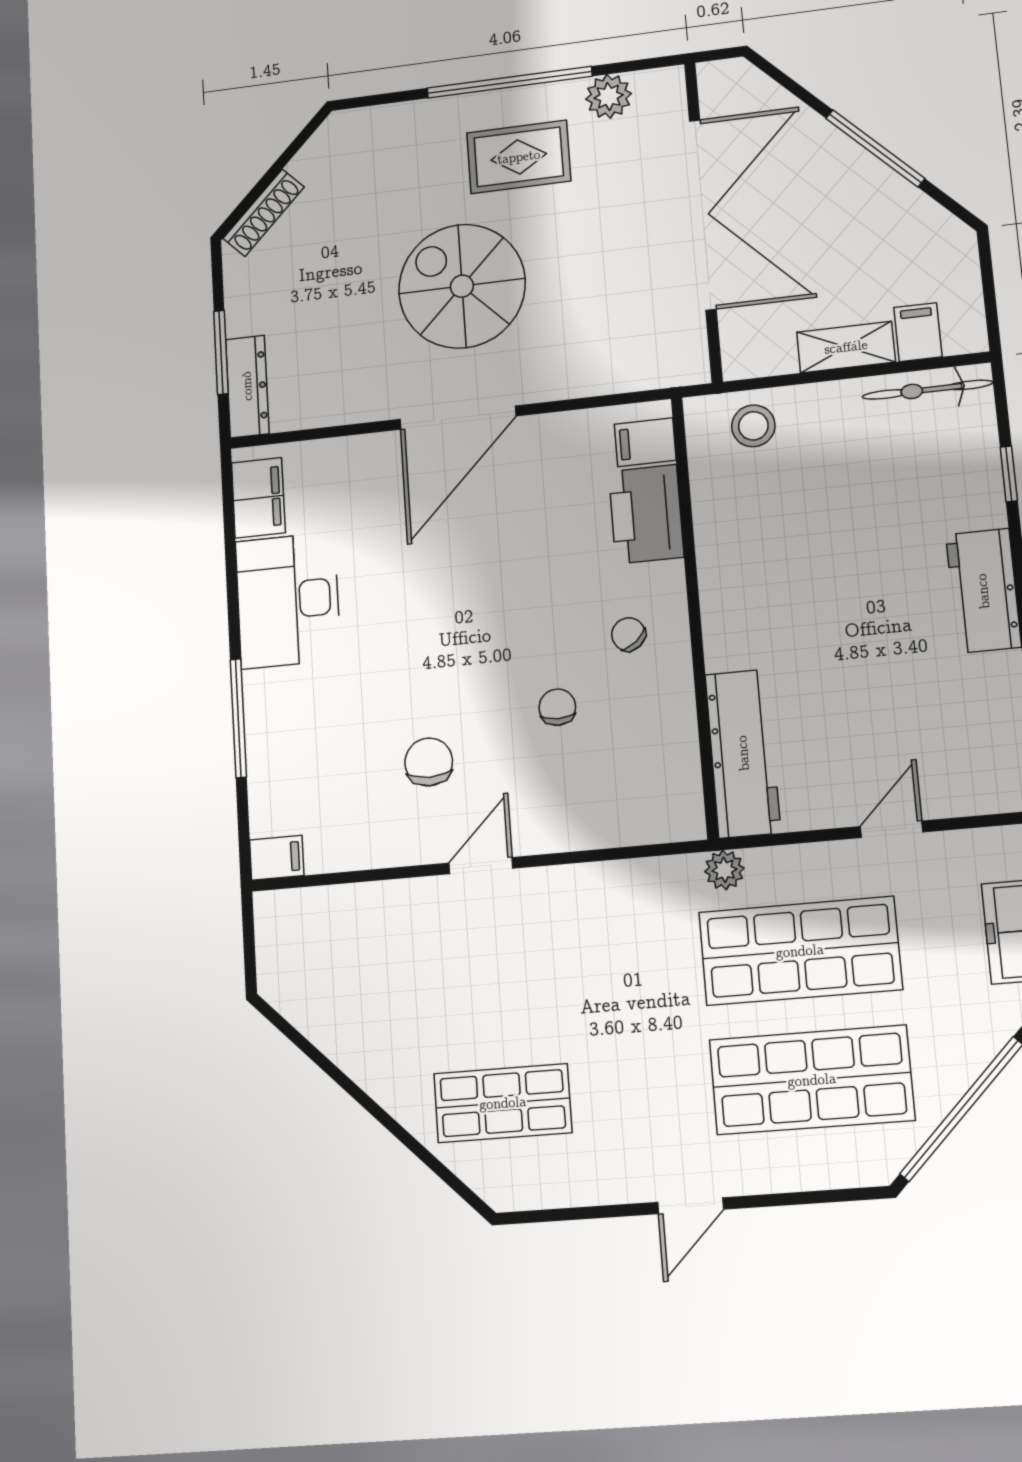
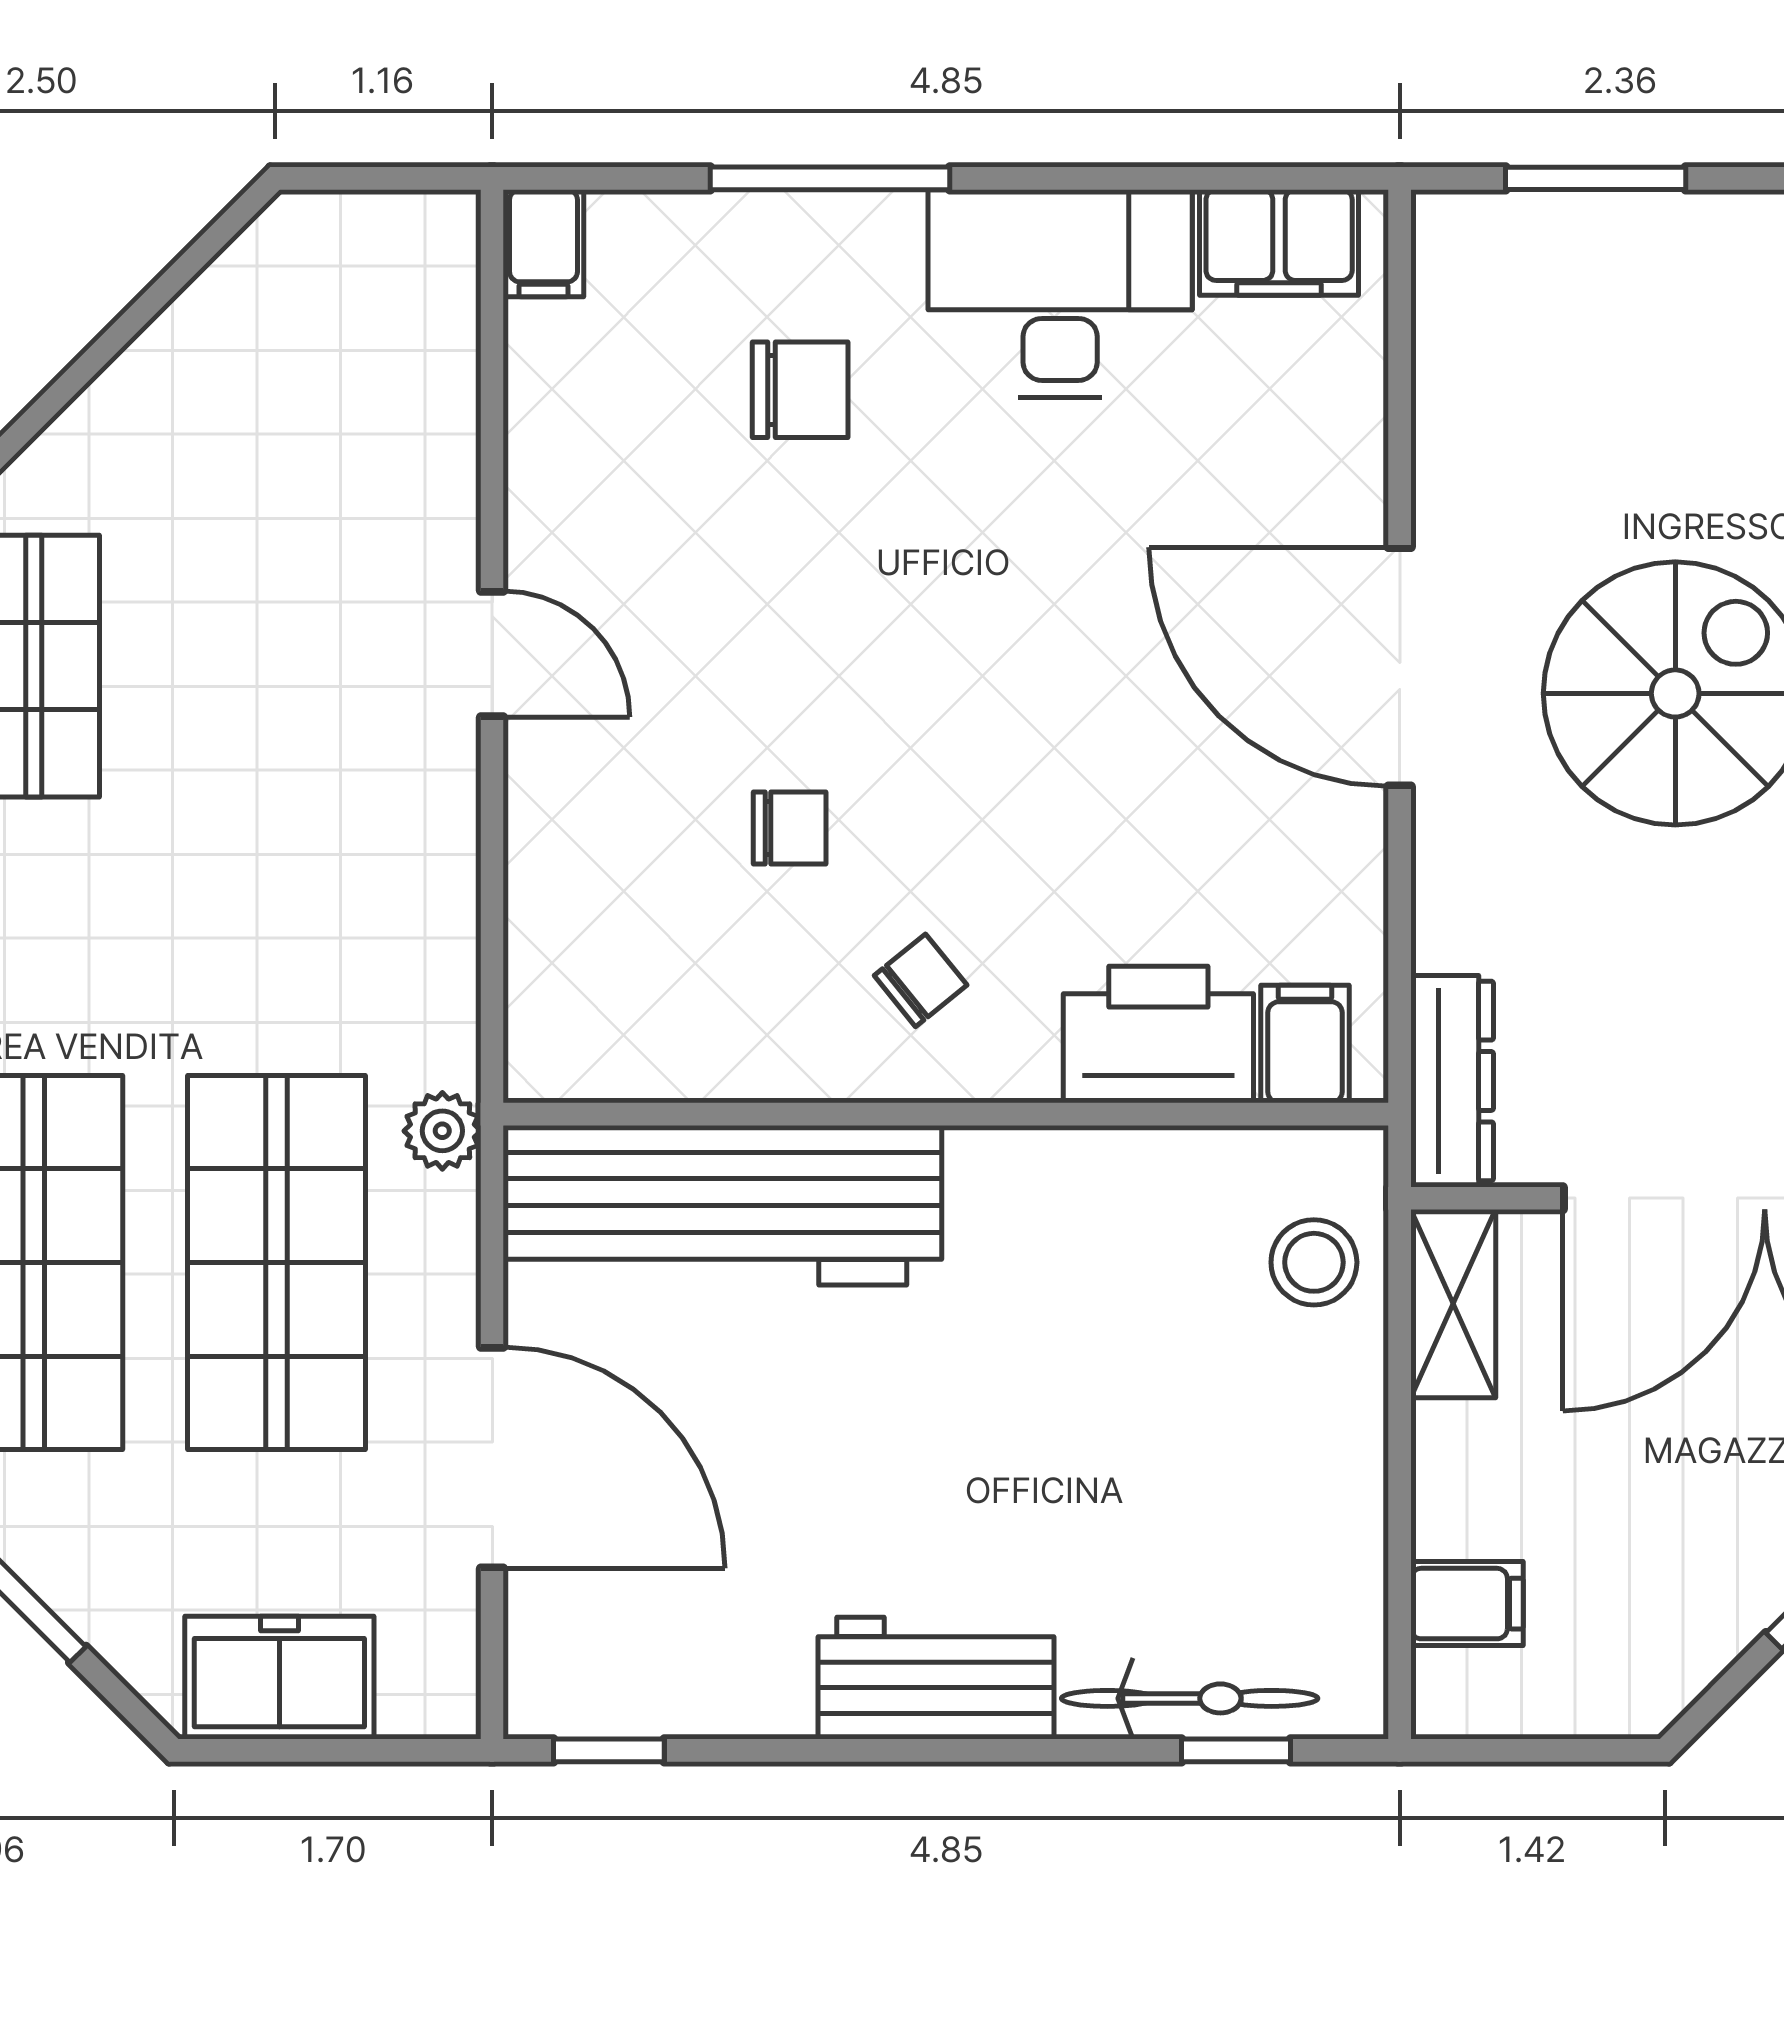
shelving: (846, 347) -> (1453, 1304), moved
dresser: (247, 386) -> (1452, 1081), moved, turned -90
bicycle: (927, 390) -> (1190, 1698), moved, turned 90
window: (1009, 474) -> (1236, 1750), moved
workbench: (743, 753) -> (722, 1205), width x1.36, depth x1.32
chair: (429, 762) -> (800, 390), moved
door: (892, 829) -> (492, 1458), width x1.87

